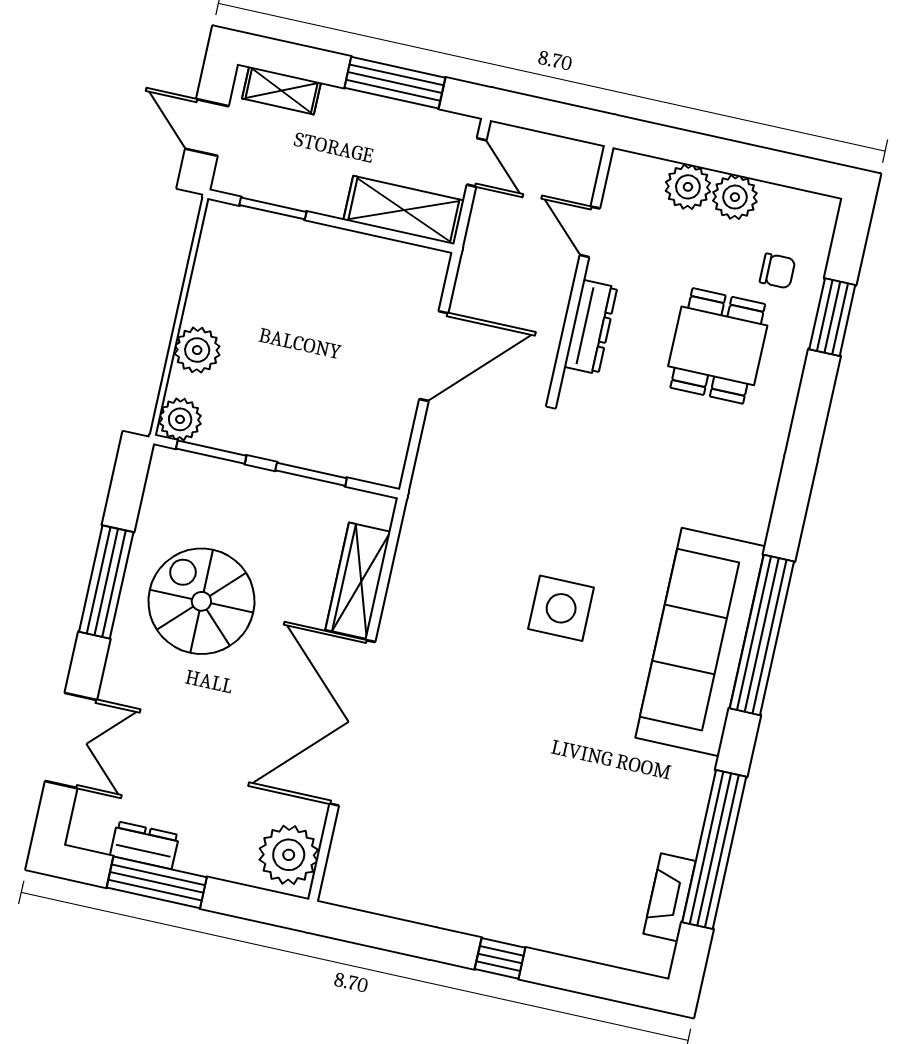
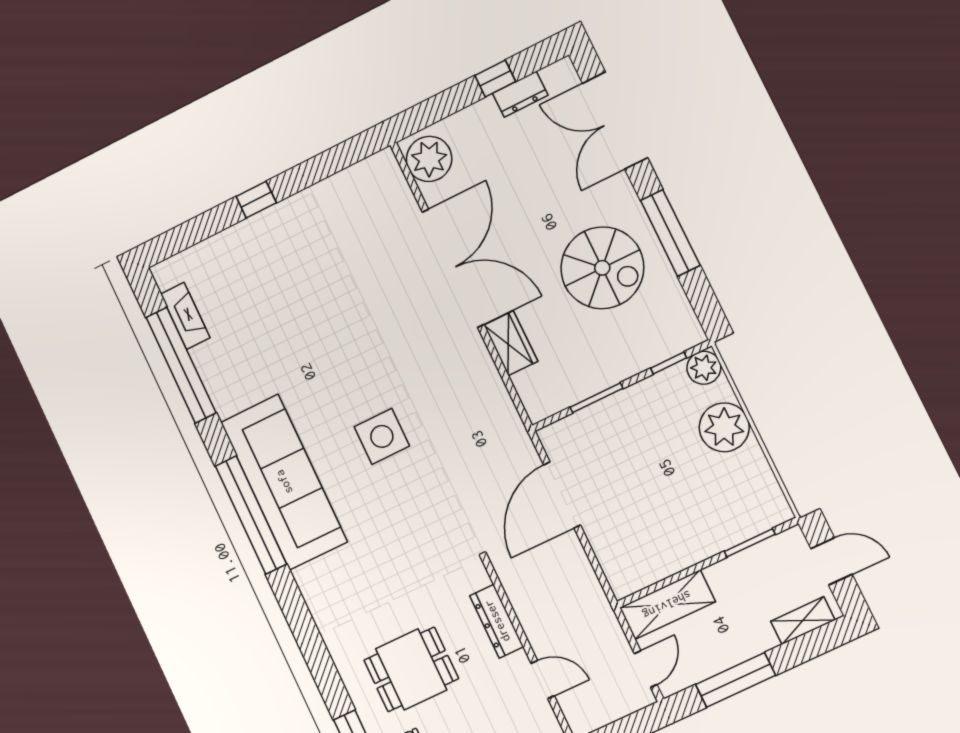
door: (477, 162) -> (646, 669), swing flipped
dining table: (718, 346) -> (411, 669), turned 90
plant: (197, 350) -> (724, 427), width x1.36, depth x1.36
door: (434, 356) -> (562, 495), moved
window: (211, 452) -> (669, 363), width x0.67
wardrobe: (358, 581) -> (511, 343), width x0.67
double door: (71, 741) -> (615, 120), width x1.37
window: (157, 882) -> (495, 78), width x0.46

